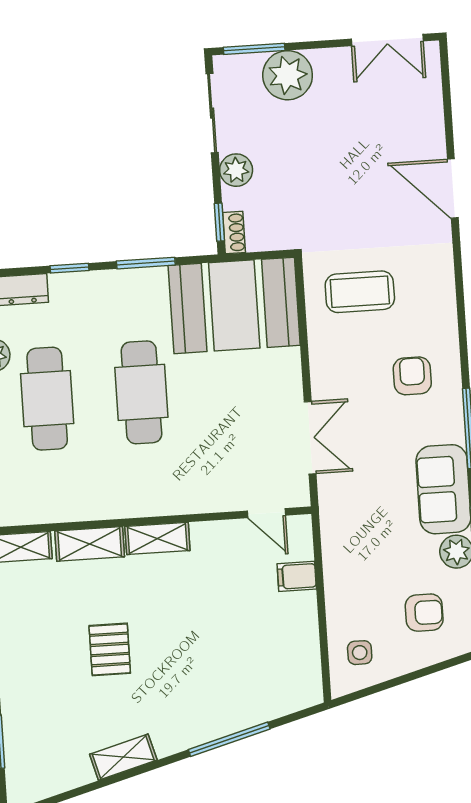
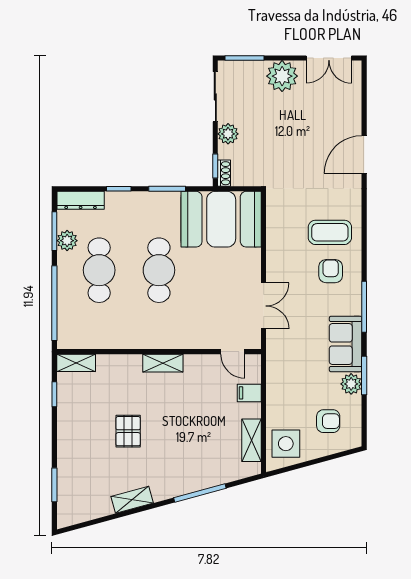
plant: (288, 75) -> (282, 76), moved
door: (453, 188) -> (364, 154), hinge flipped
coffee table: (360, 292) -> (330, 232), moved
shelving: (90, 544) -> (251, 440), moved, turned 90
side table: (360, 653) -> (286, 444), width x1.87, depth x1.87

